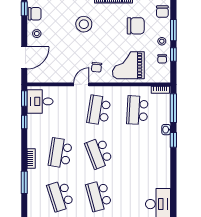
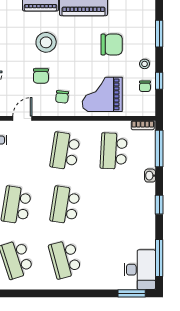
chair: (162, 12) -> (41, 76), moved
window: (173, 30) -> (159, 34), moved
door: (81, 84) -> (22, 118), moved
window: (173, 140) -> (159, 205), moved
school desk: (99, 153) -> (65, 205), turned 30
window: (173, 195) -> (159, 258), added

